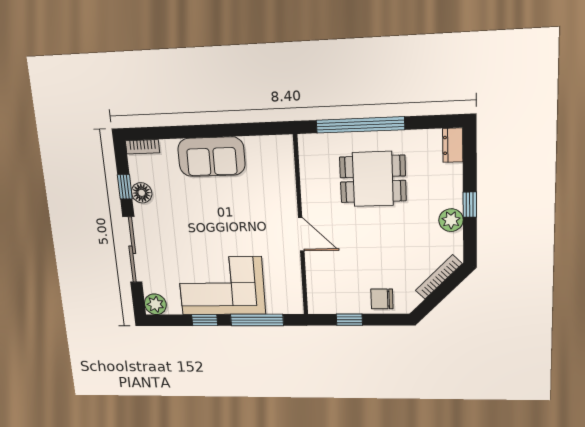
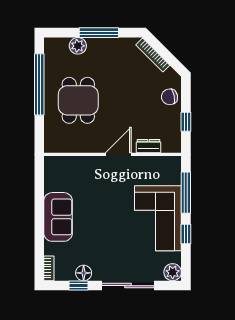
window: (360, 125) -> (39, 84), moved
dresser: (453, 145) -> (148, 146), moved, turned 180
window: (470, 205) -> (99, 33), width x2.17
plant: (451, 220) -> (78, 46), moved
chair: (382, 299) -> (169, 97), turned 79

